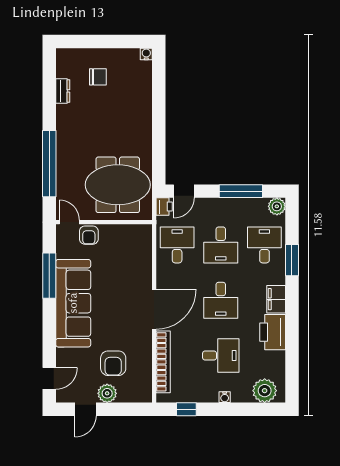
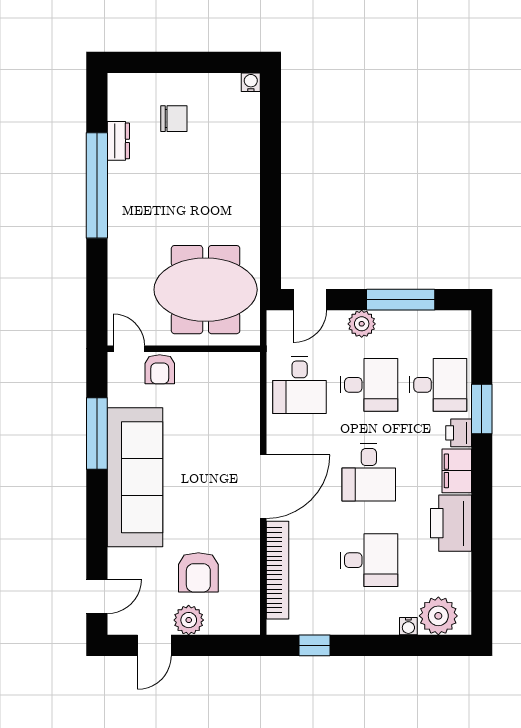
window: (49, 164) -> (97, 185), moved
plant: (277, 206) -> (362, 324), moved
printer: (164, 207) -> (459, 433), moved, turned 180
desk: (177, 245) -> (300, 385), turned 180
desk: (221, 245) -> (369, 385), turned -90
desk: (264, 245) -> (438, 385), turned 90
water cooler: (225, 397) -> (408, 626), moved

